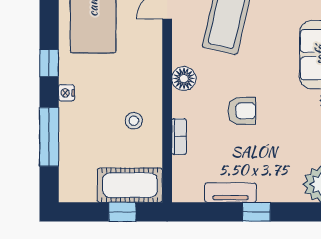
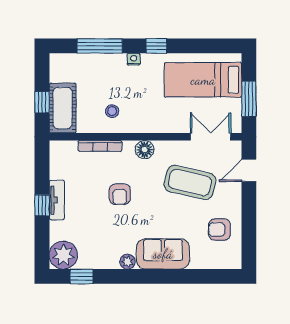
bookcase: (179, 136) -> (100, 146), width x1.56
tv unit: (231, 193) -> (57, 200), moved

